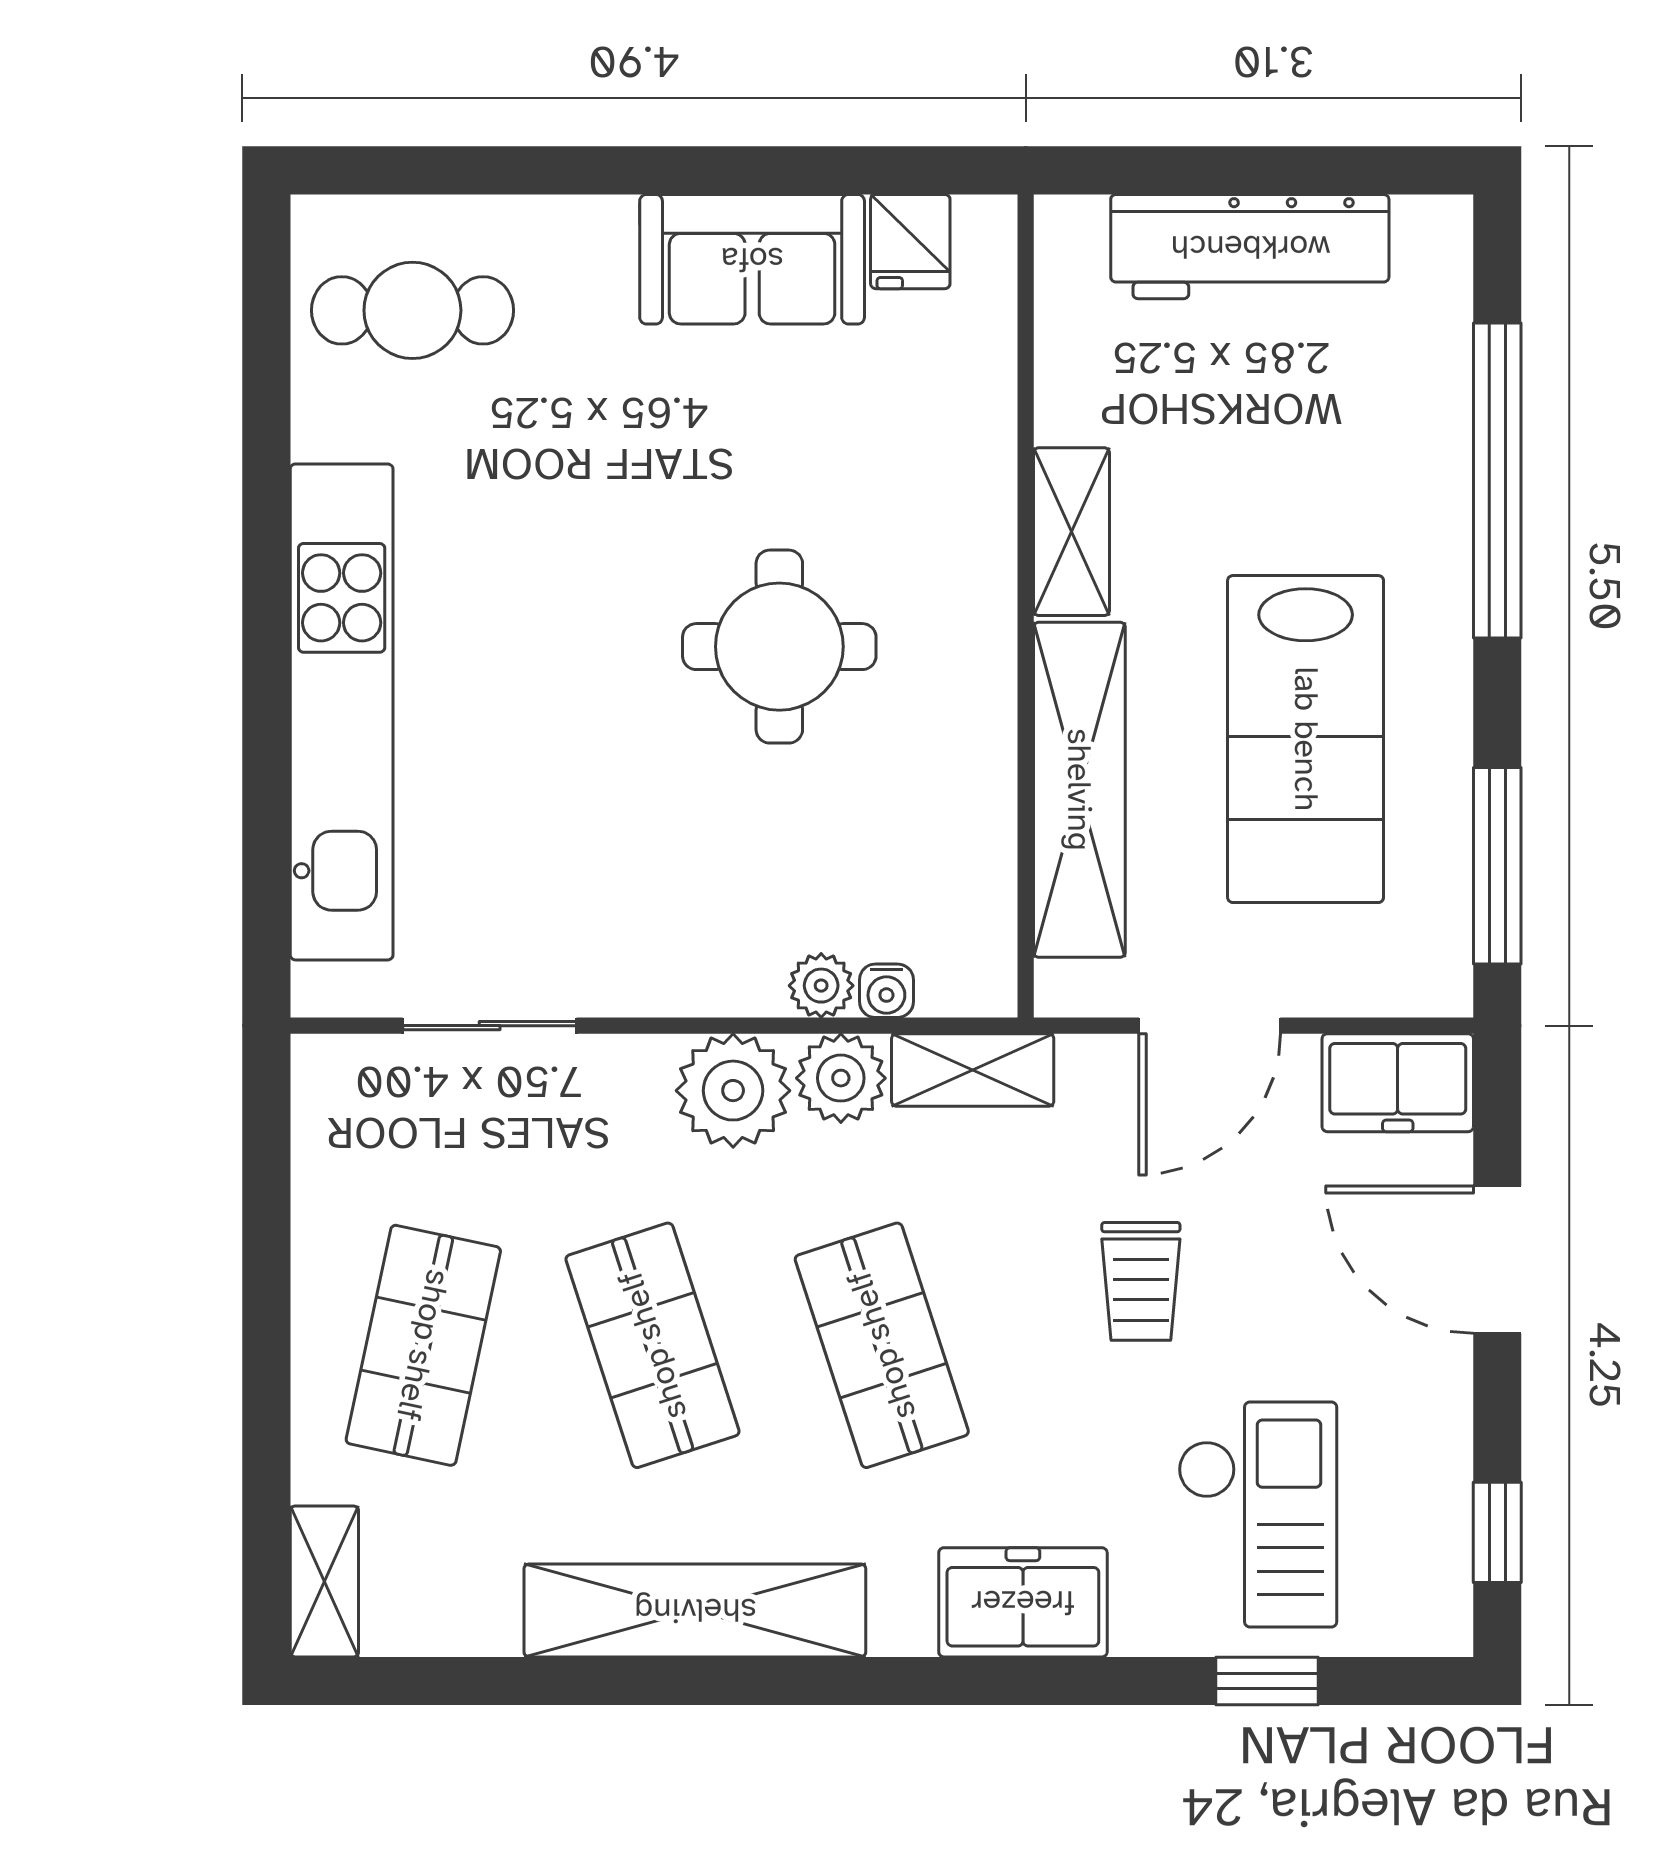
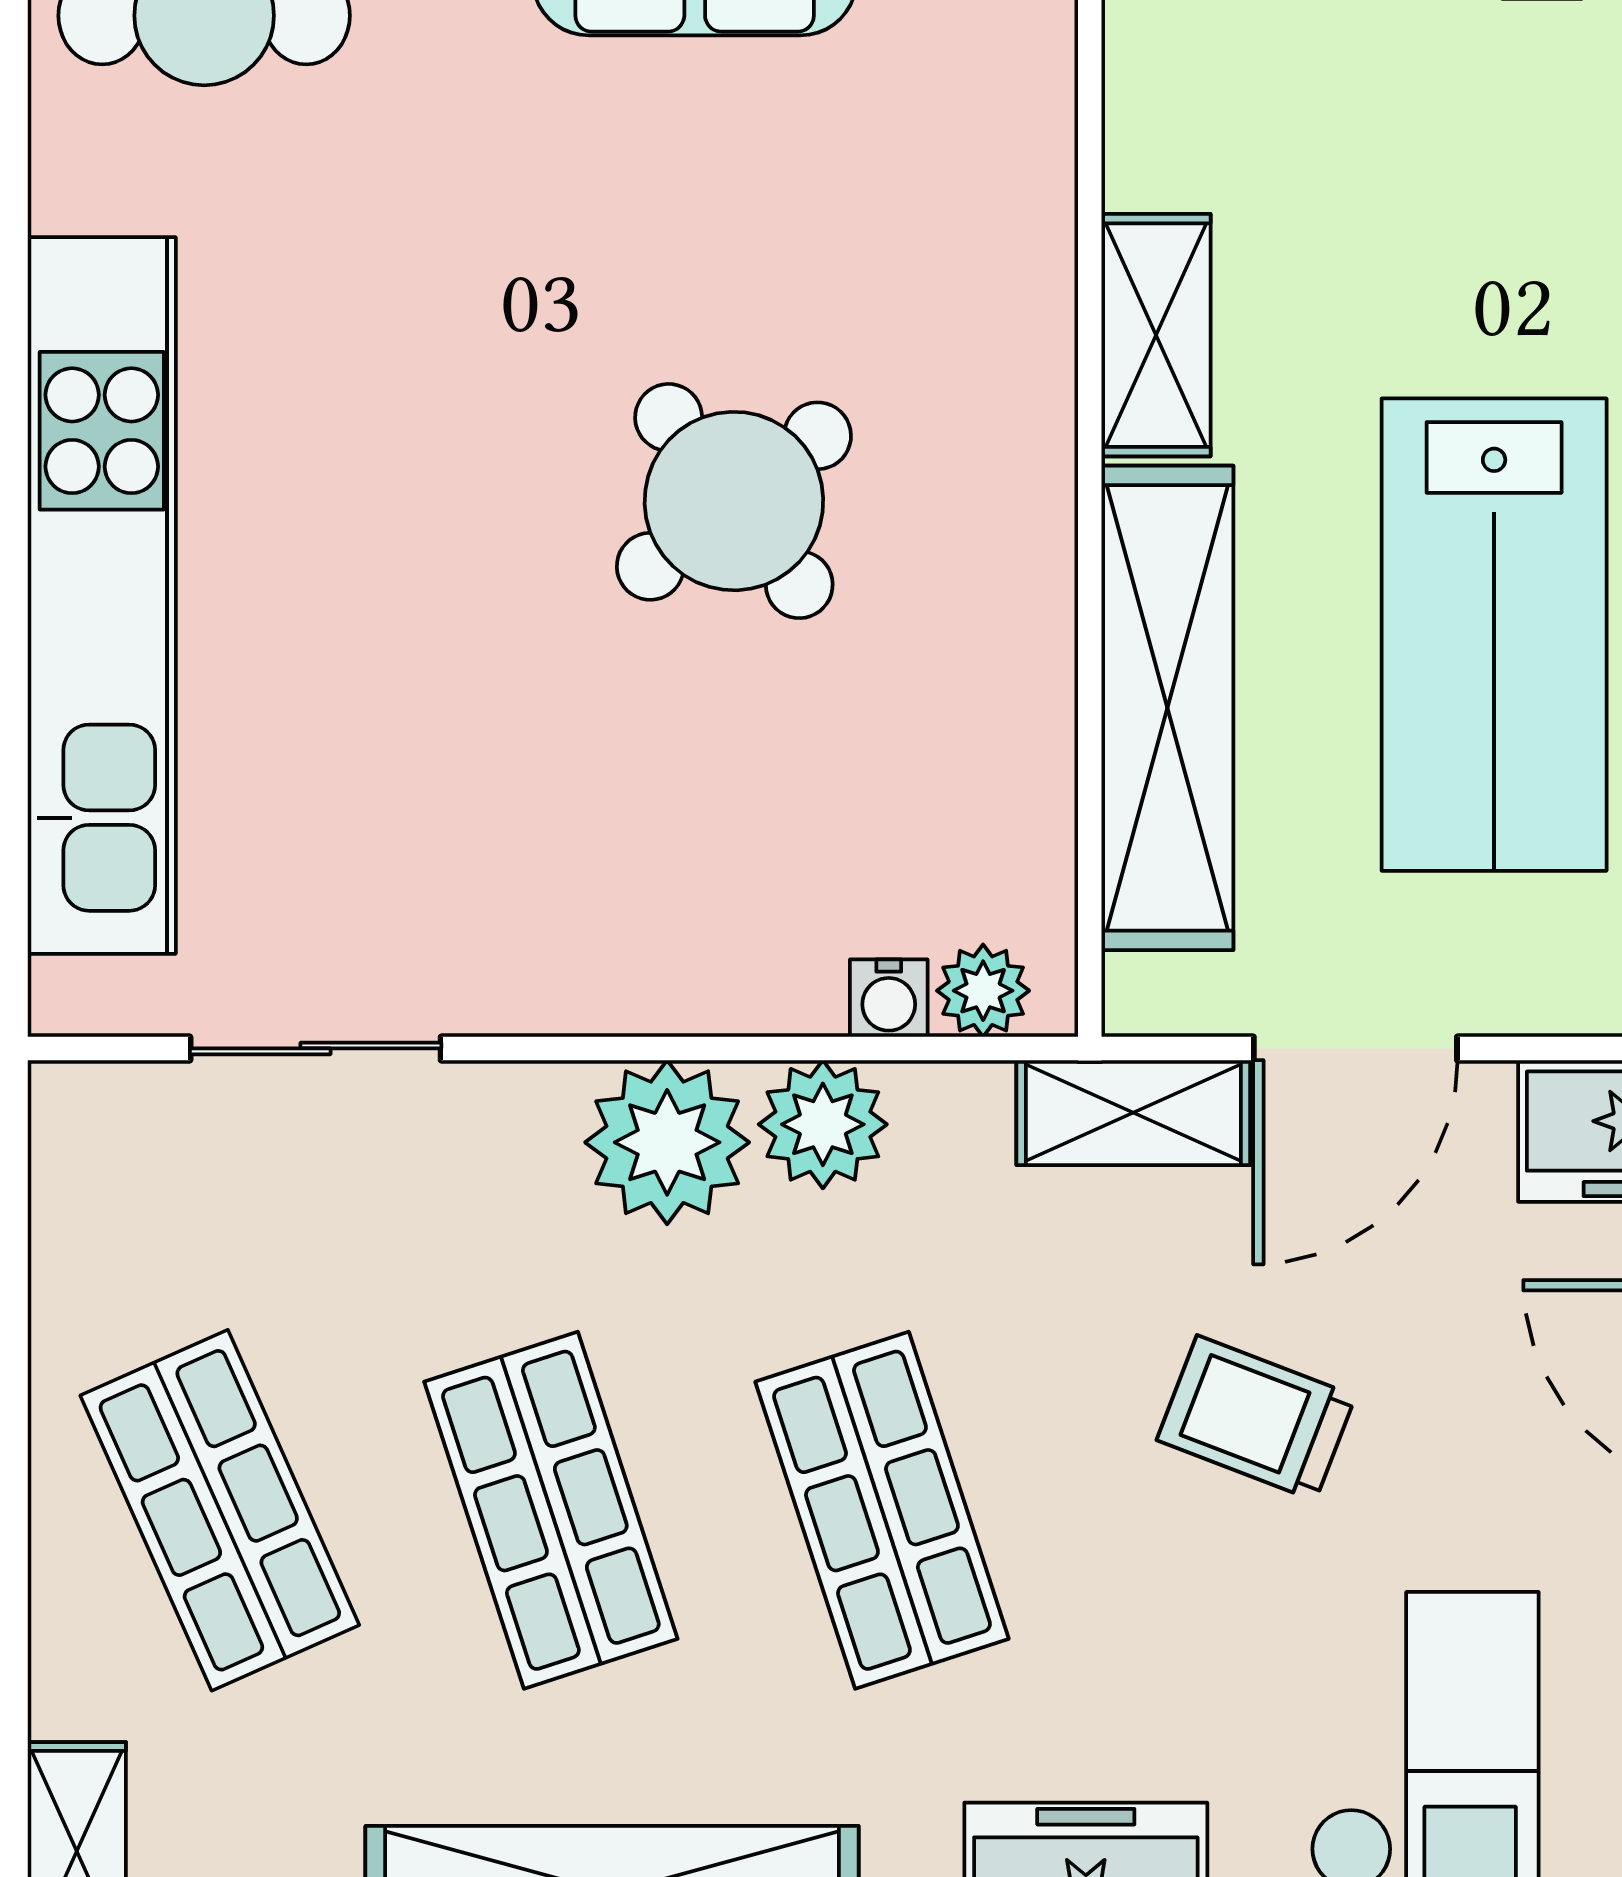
round table: (779, 647) -> (734, 501), turned -38
plant: (821, 986) -> (983, 991), moved
shelving: (973, 1070) -> (1133, 1113), moved
trolley: (1141, 1281) -> (1256, 1418), turned 111
shop shelf: (423, 1345) -> (220, 1510), turned -36

